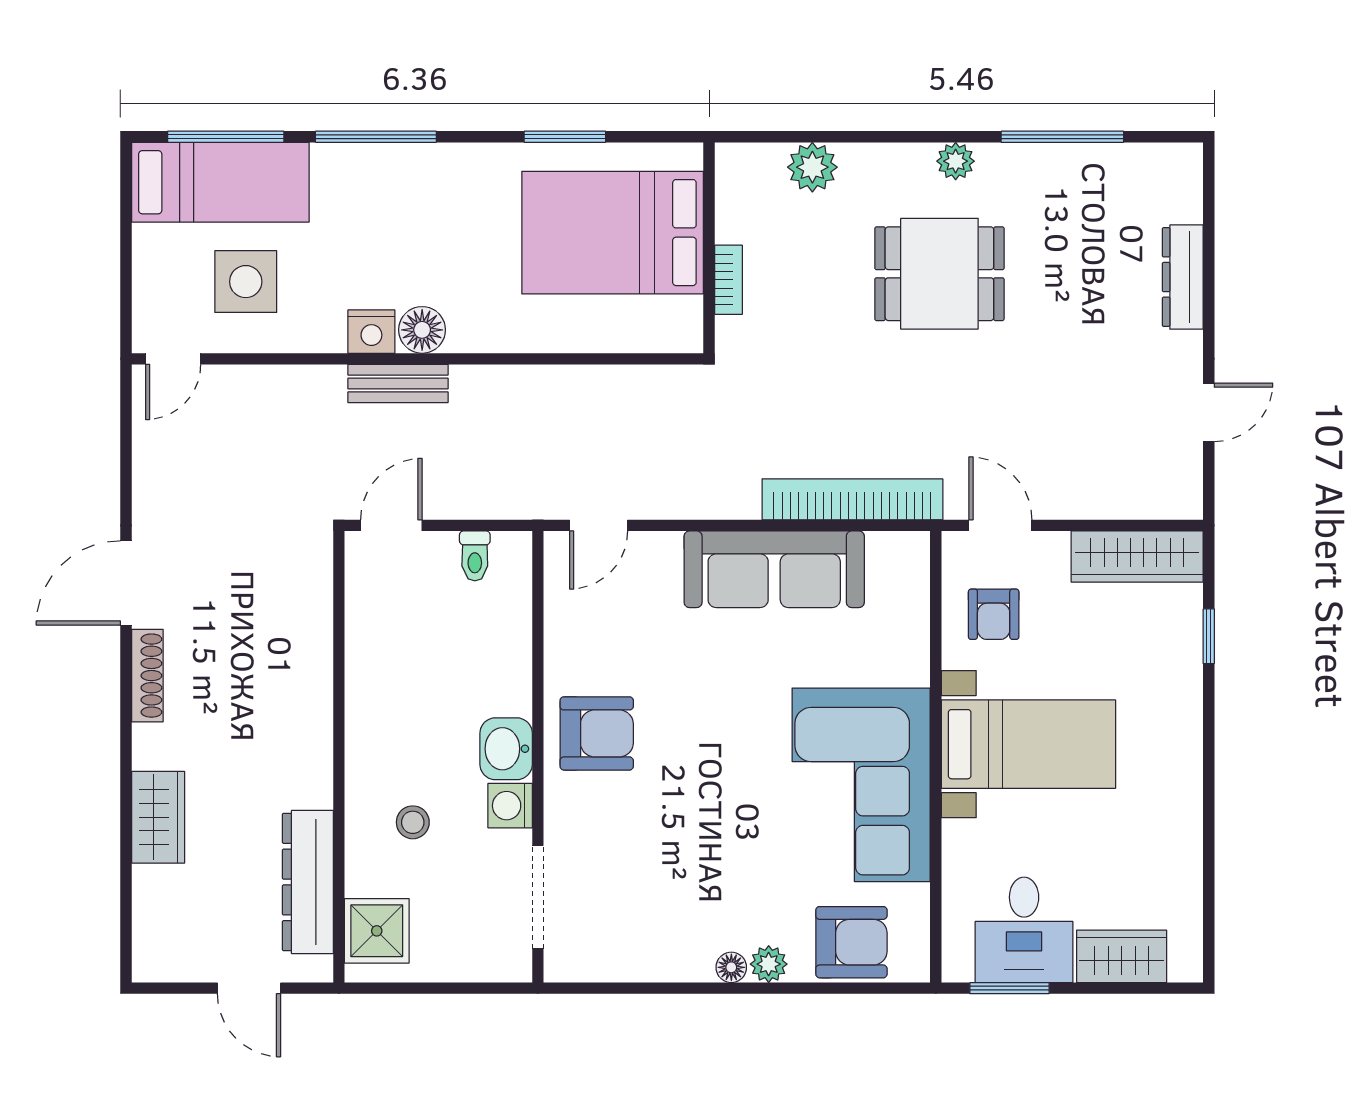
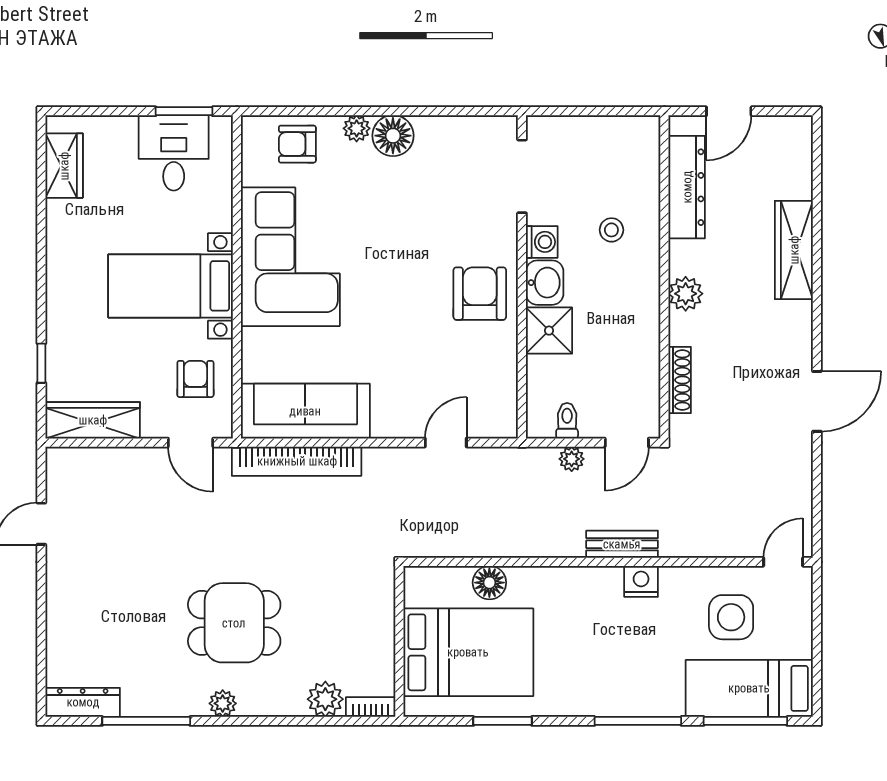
dresser: (1183, 277) -> (83, 702), moved, turned -90
bookcase: (728, 280) -> (371, 707), moved, turned 90
floor lamp: (422, 330) -> (489, 583), moved
plant: (468, 503) -> (572, 459), added
door: (599, 525) -> (446, 443), moved
sofa: (774, 569) -> (305, 411), moved
shoe rack: (147, 676) -> (680, 380), moved, turned 180
plant: (309, 733) -> (686, 294), added
armchair: (597, 733) -> (480, 294), turned 90
wardrobe: (158, 817) -> (794, 250), width x1.50
shower: (377, 931) -> (549, 331), moved
armchair: (851, 942) -> (297, 144), width x0.72, depth x0.72
wardrobe: (1122, 956) -> (64, 166), moved, turned -90
floor lamp: (731, 967) -> (393, 136), width x1.89, depth x1.89
door: (249, 988) -> (729, 111), swing flipped

